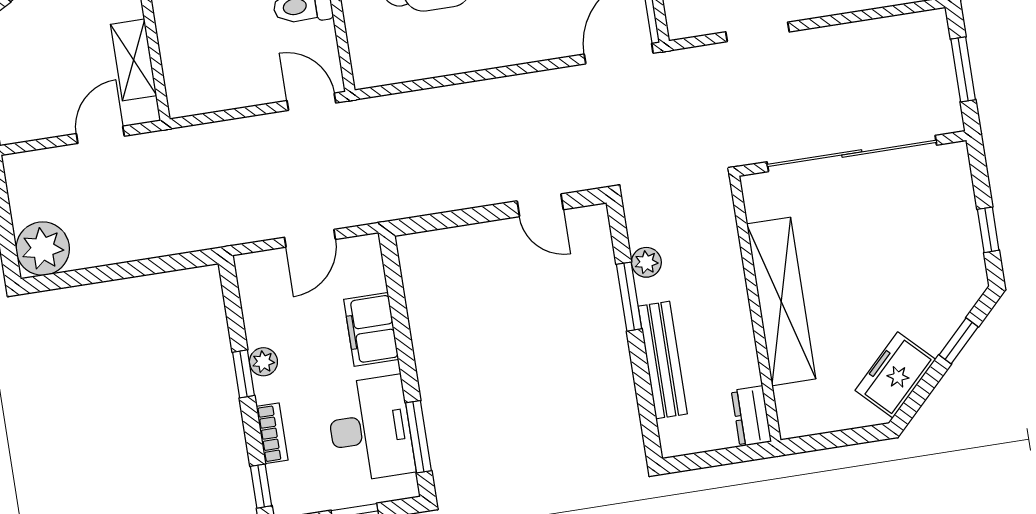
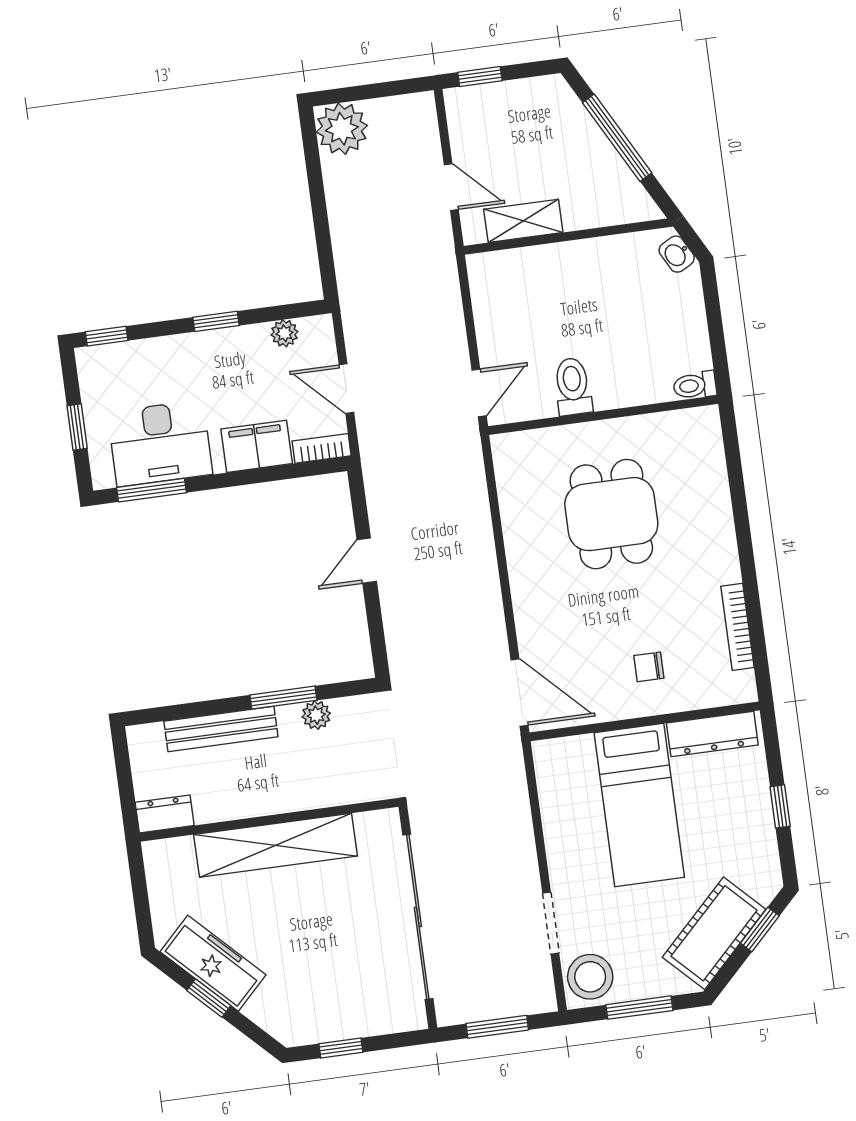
doorway: (757, 32) -> (551, 923), moved
door: (540, 205) -> (367, 561), moved
window: (959, 341) -> (209, 998), moved
plant: (263, 362) -> (284, 333), moved
freezer: (895, 375) -> (213, 963), width x1.40
bookcase: (272, 433) -> (322, 448), moved, turned 180

